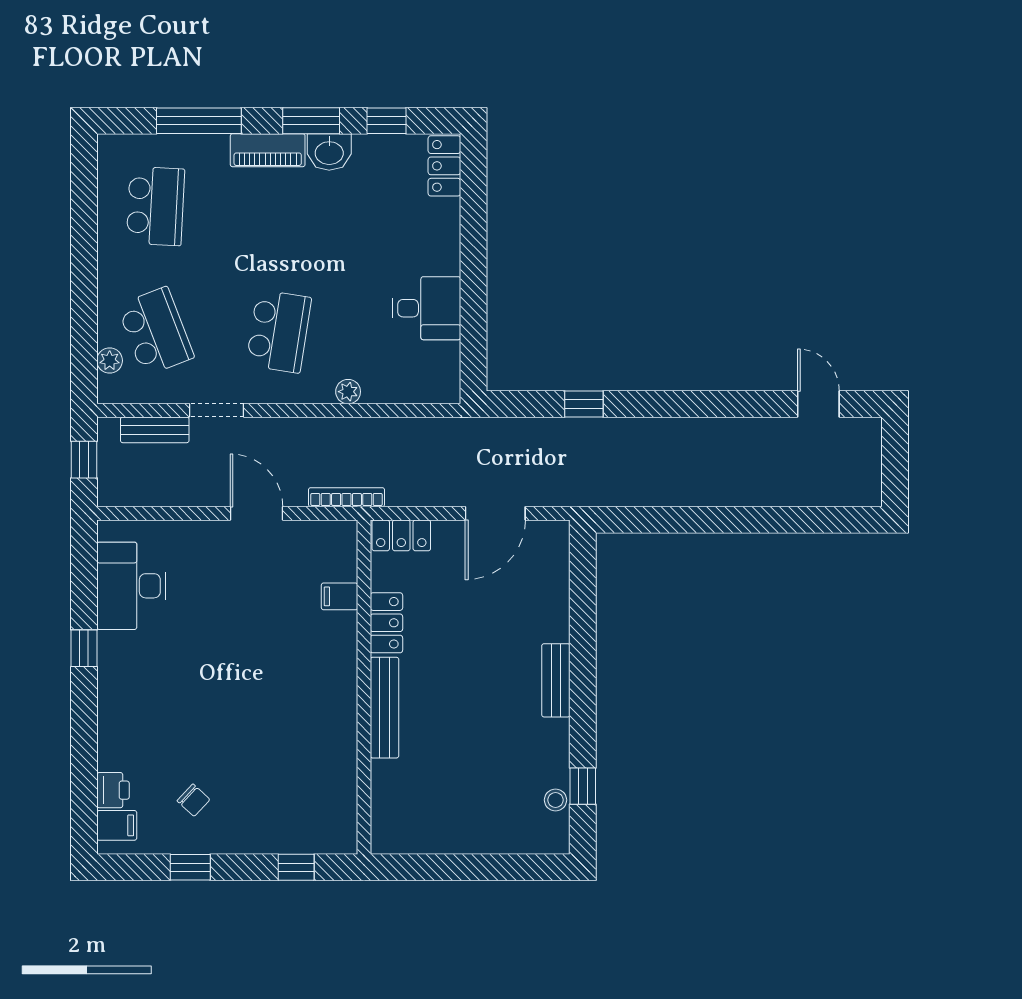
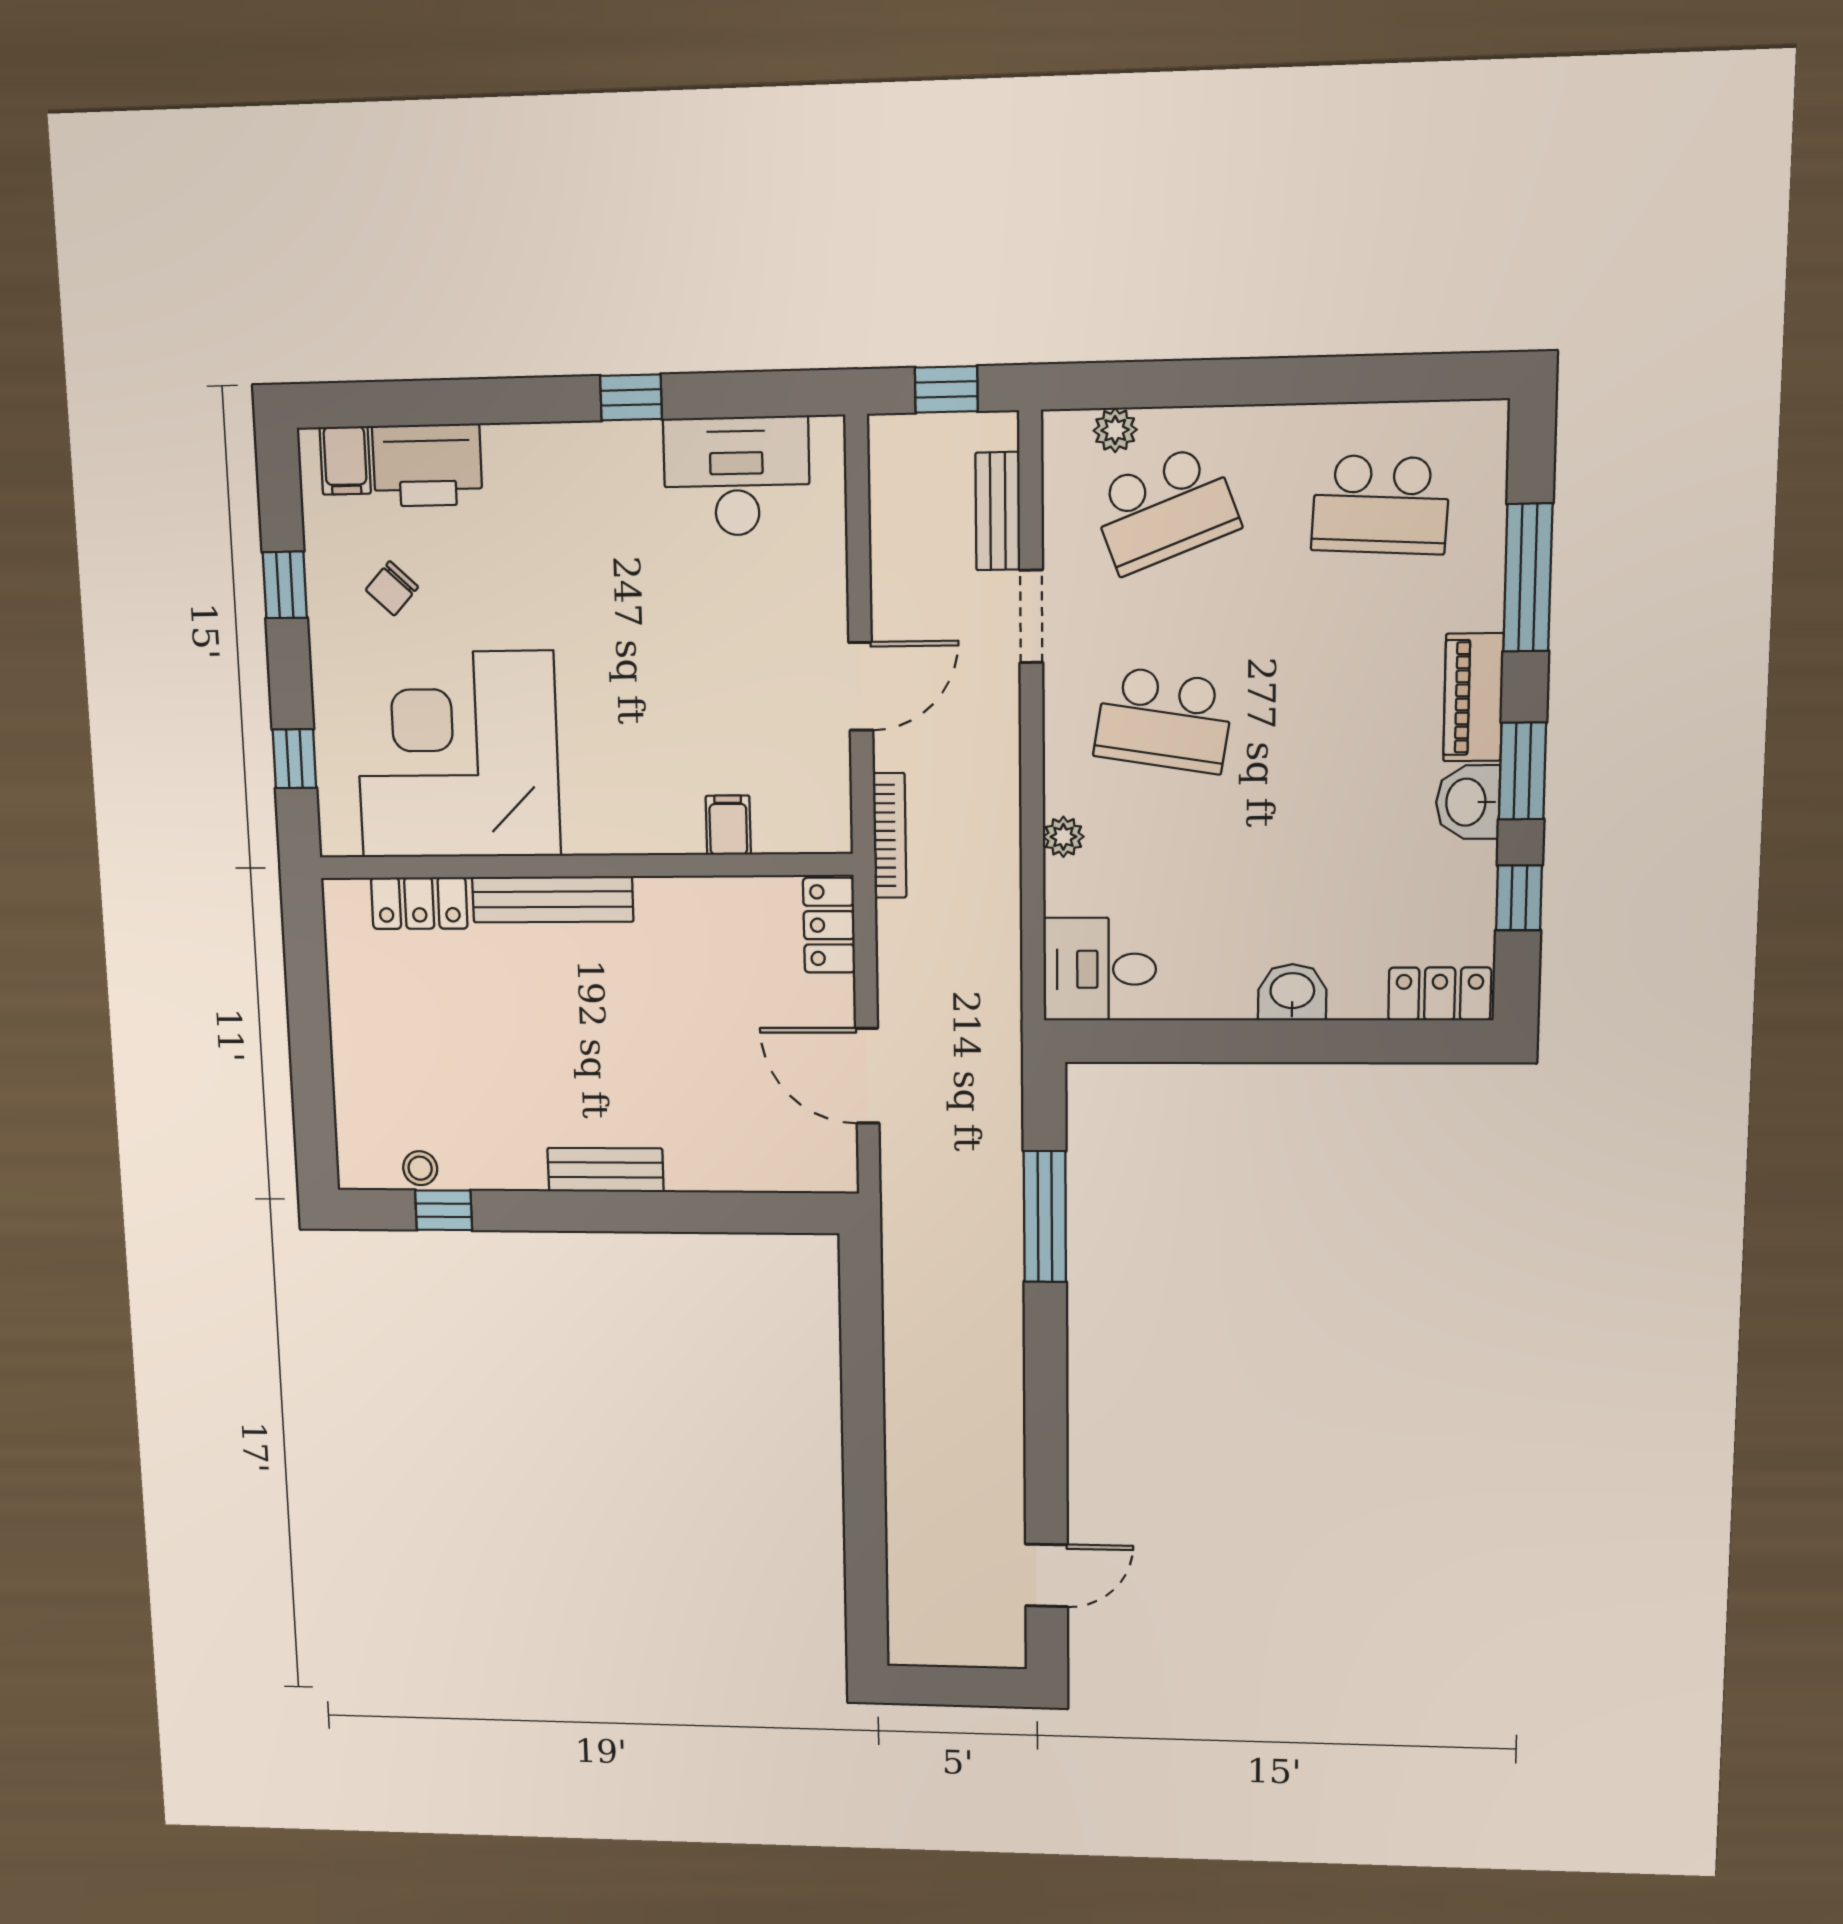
washbasin: (443, 254) -> (1292, 992), added
desk: (426, 308) -> (1100, 969), moved, turned 90
window: (584, 404) -> (1045, 1217), width x2.17
locker: (386, 623) -> (419, 903), moved
corner desk: (295, 764) -> (457, 755), added
printer: (113, 790) -> (427, 465), width x1.87, depth x1.48

